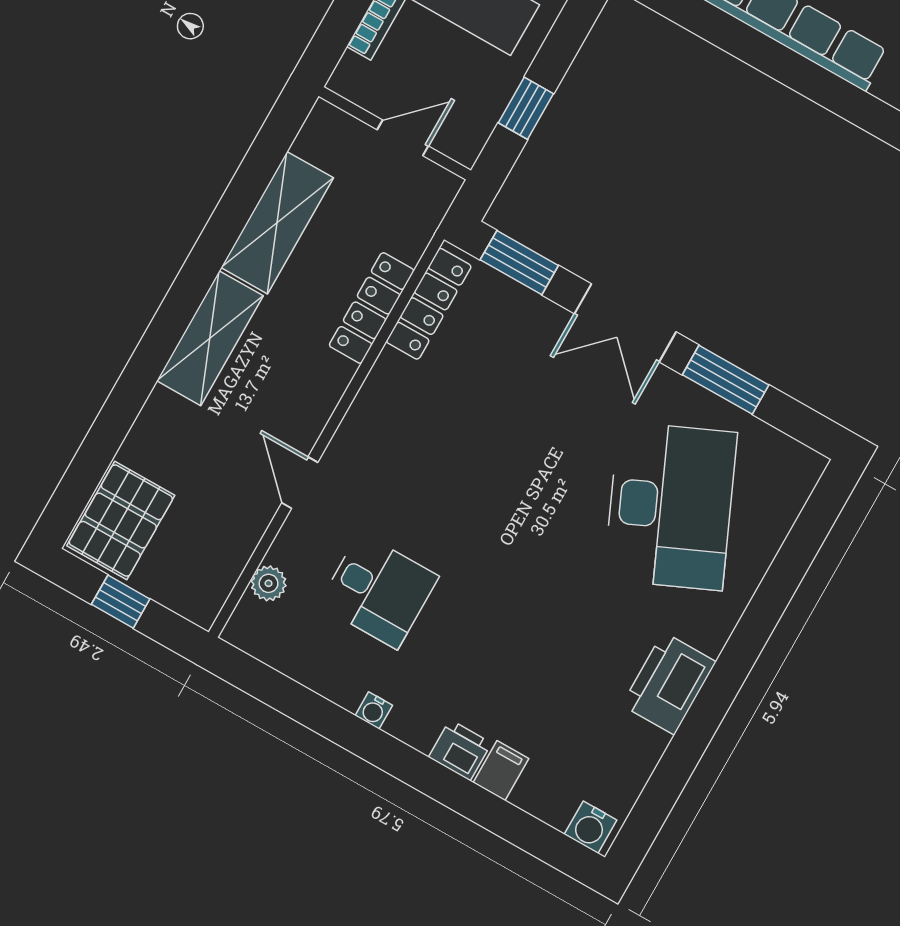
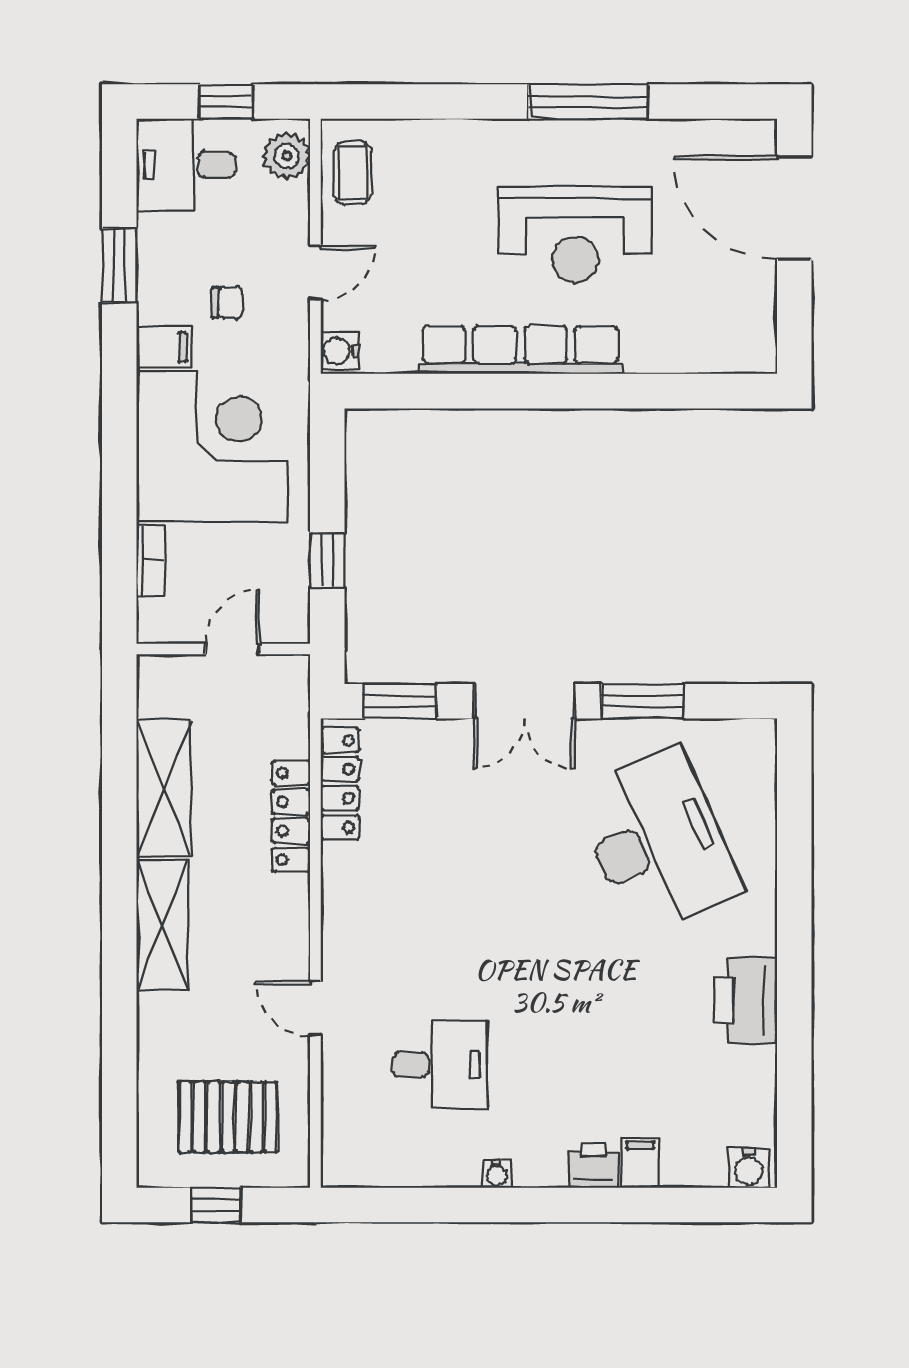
pallet: (121, 521) -> (228, 1117), moved, turned 90
plant: (269, 583) -> (339, 1114), removed

